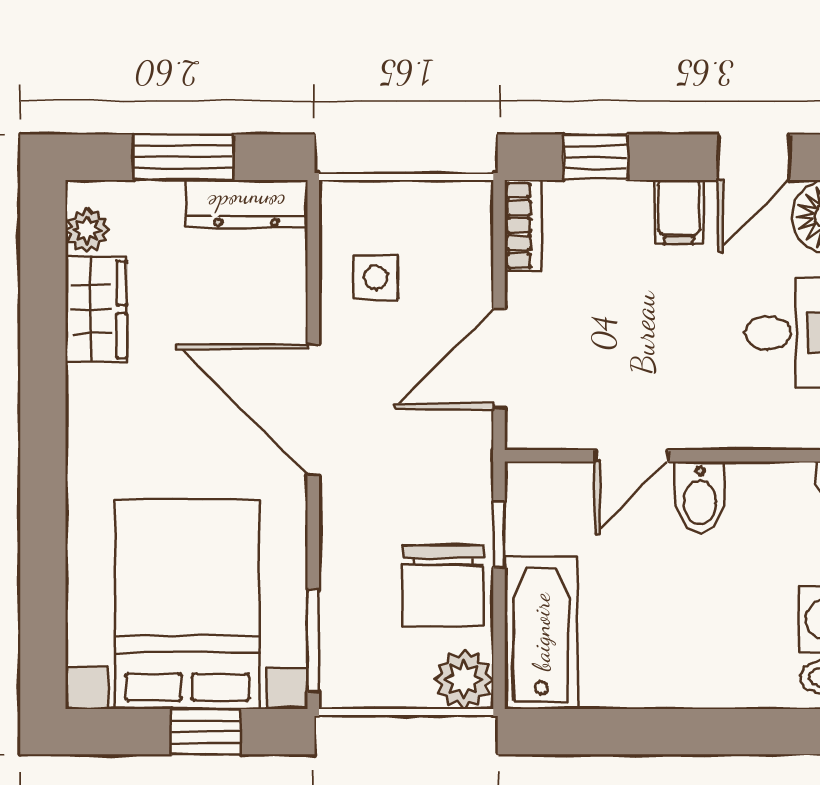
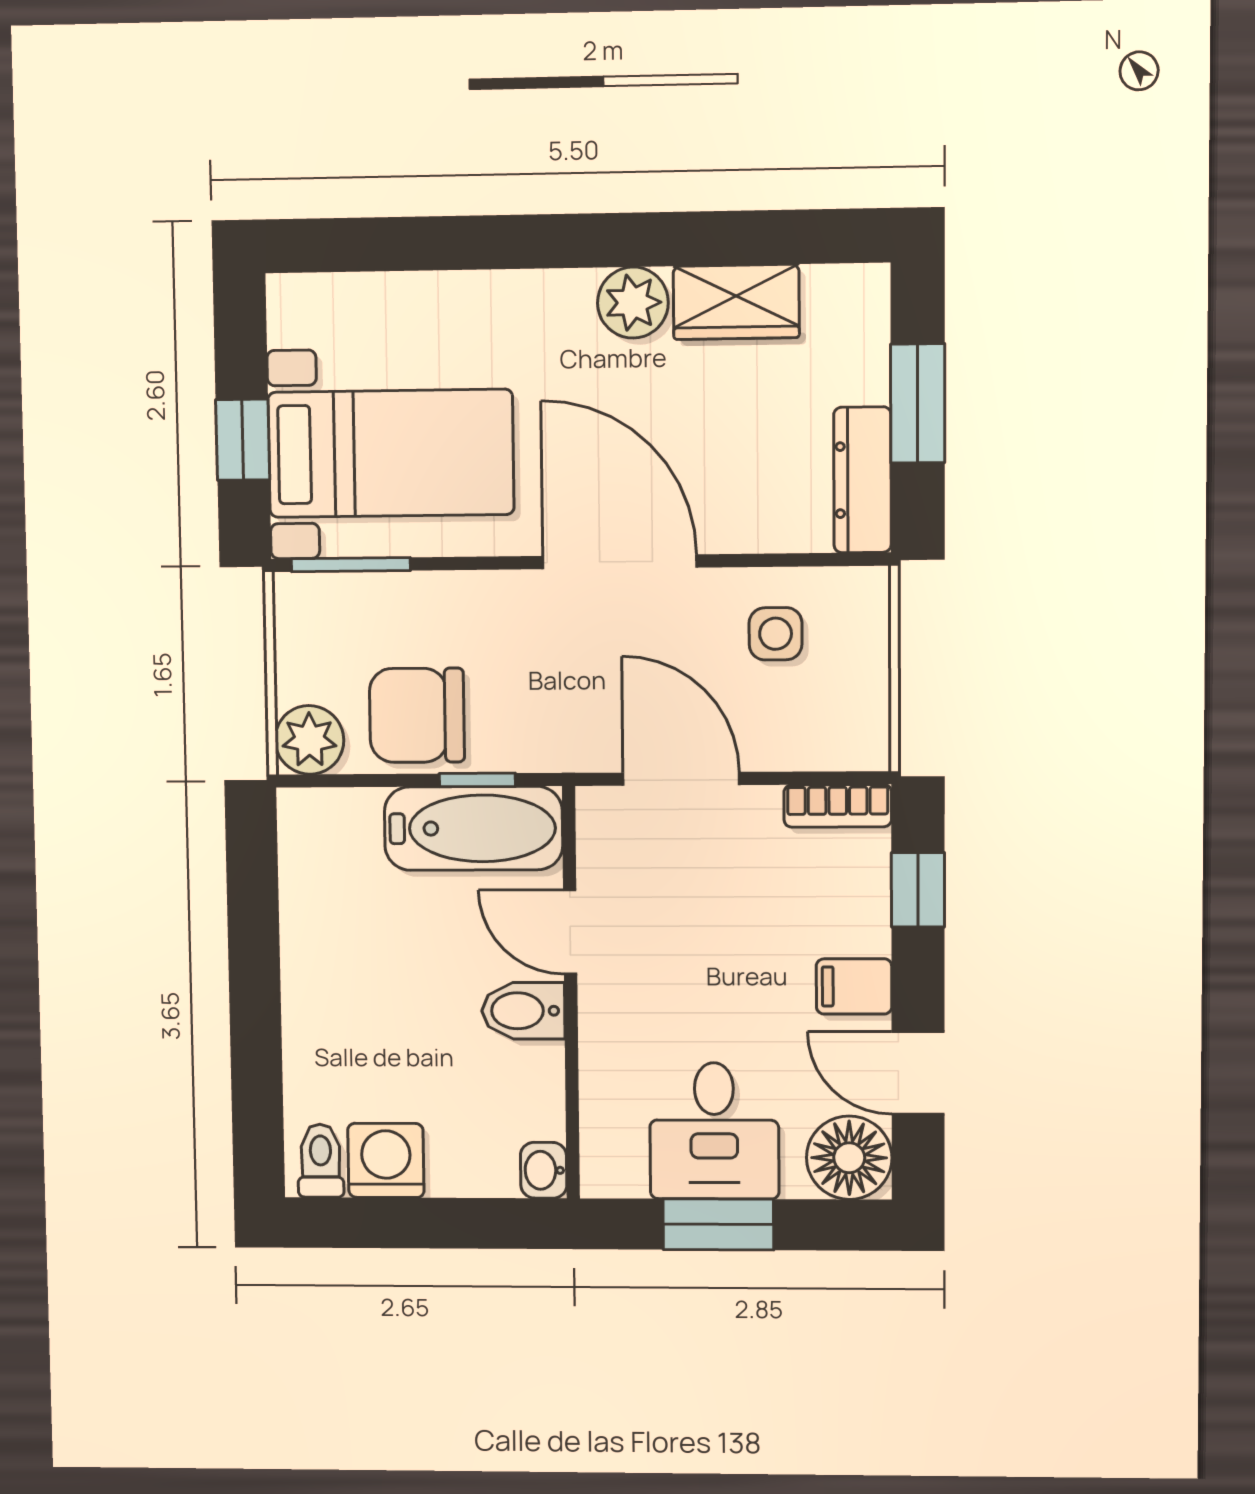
plant: (87, 230) -> (633, 303), moved, width x1.38, depth x1.38
door: (313, 410) -> (620, 562), hinge flipped
bed with nightstands: (187, 604) -> (391, 453), width x0.73
bathtub: (541, 632) -> (473, 828), moved

